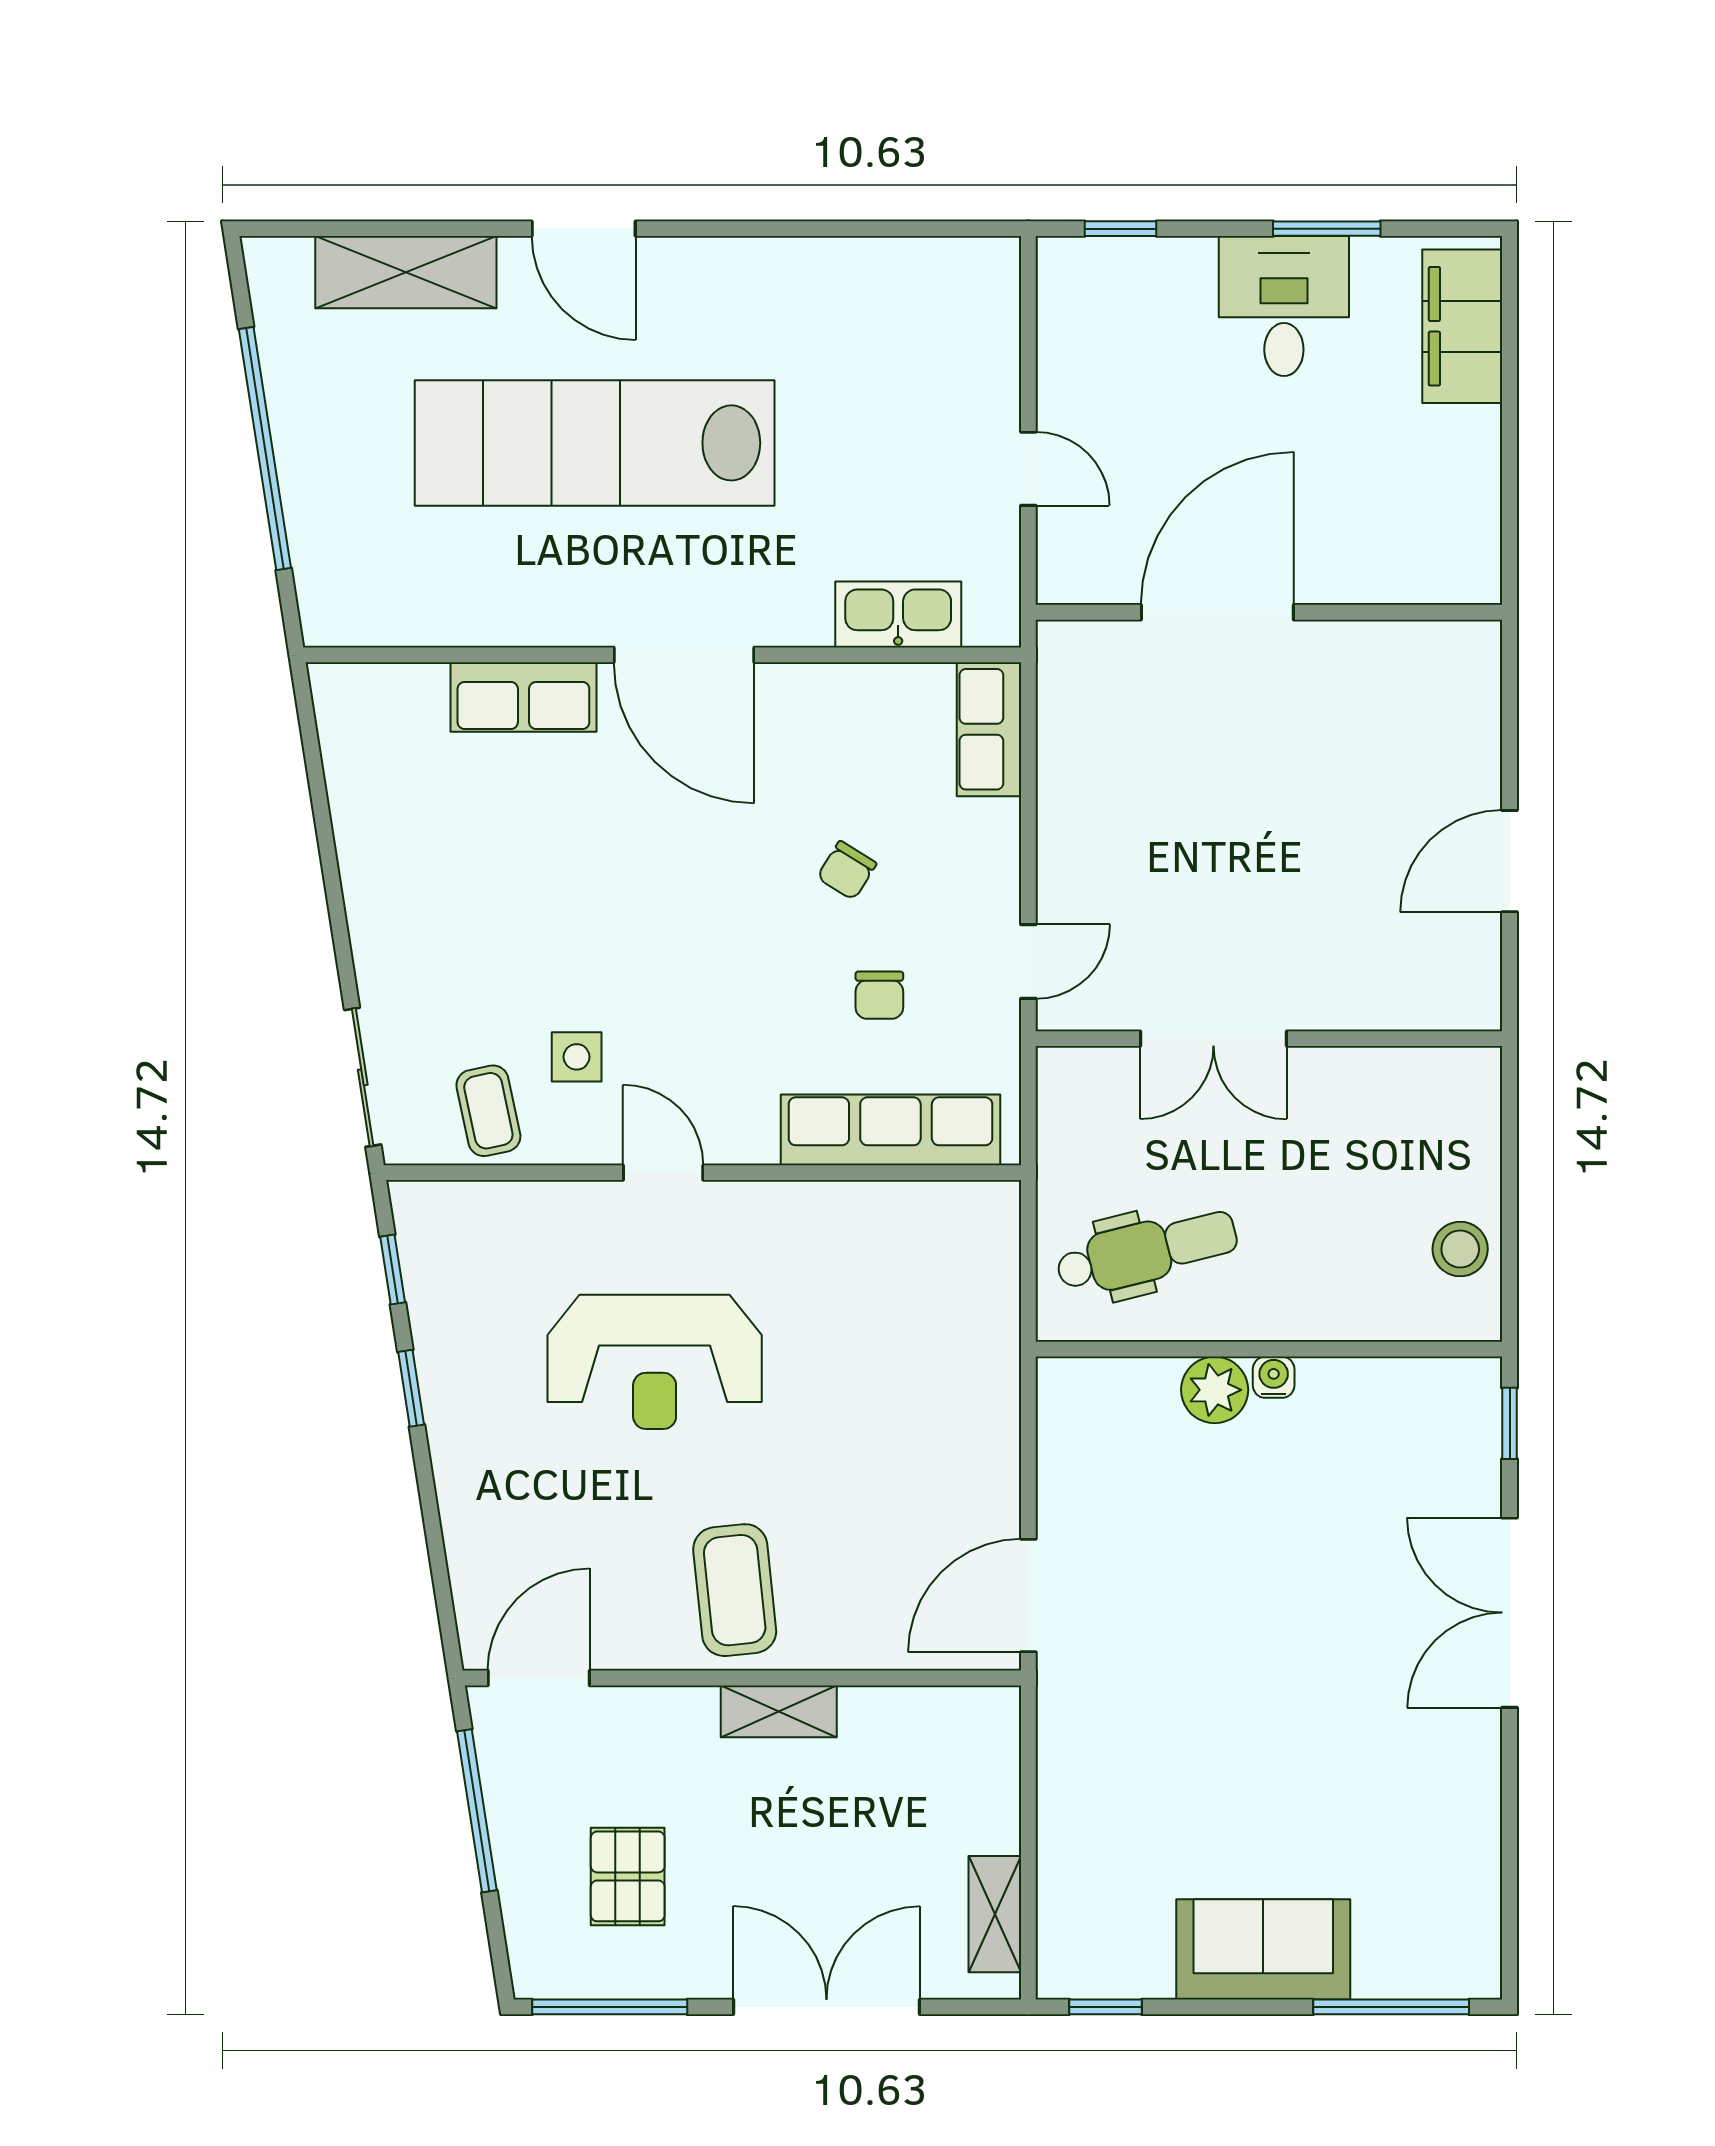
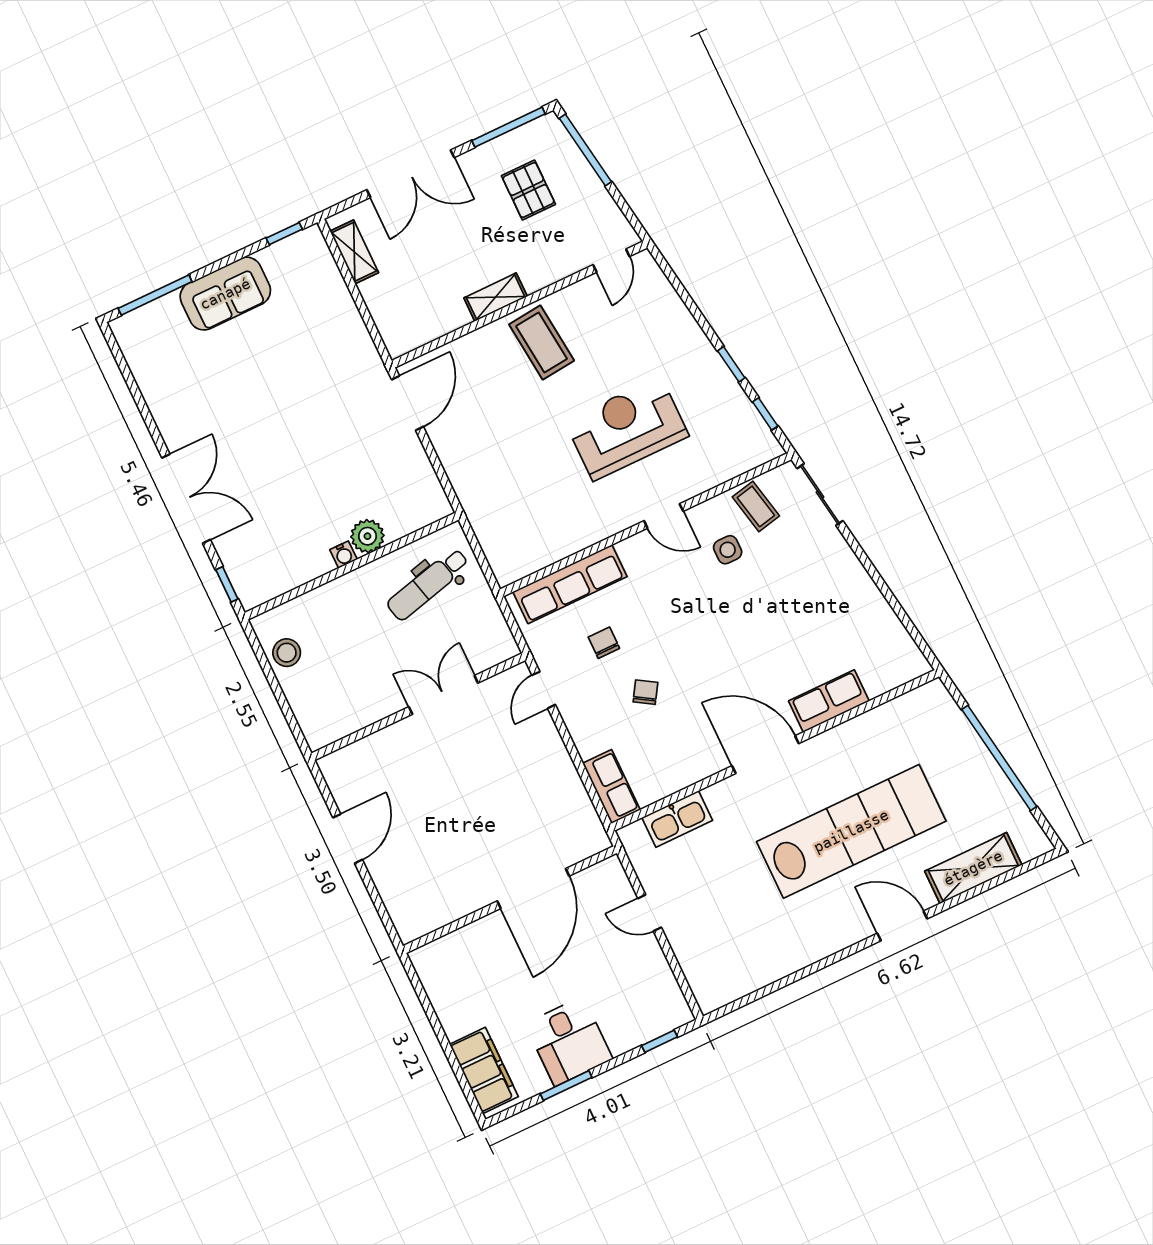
door: (539, 1678) -> (611, 261), width x0.73
window: (477, 1811) -> (585, 150), moved

